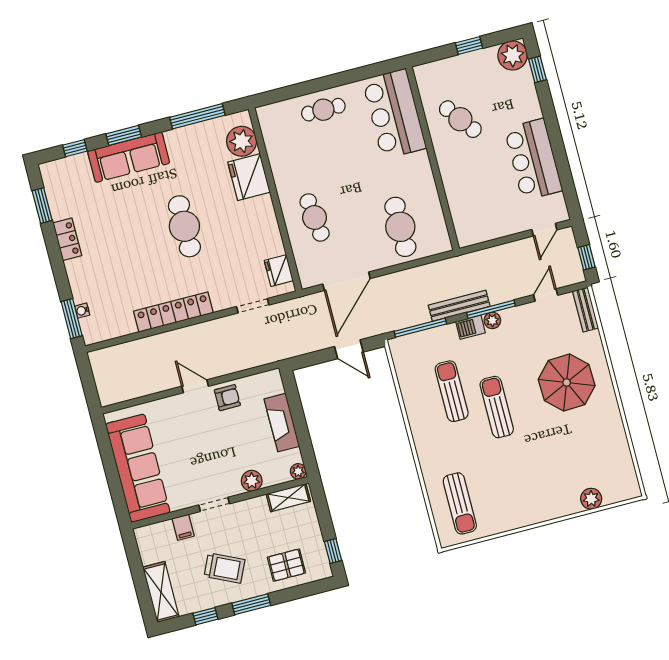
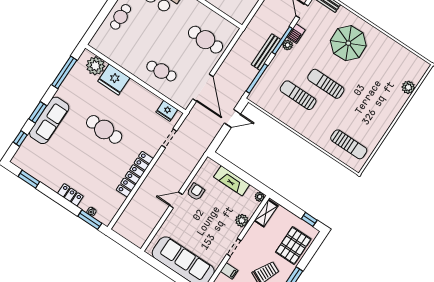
locker: (67, 239) -> (70, 195), moved
barbecue: (470, 327) -> (296, 33), moved
pallet: (286, 565) -> (293, 246), width x1.50, depth x1.42

